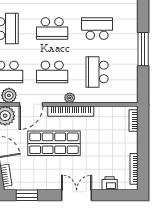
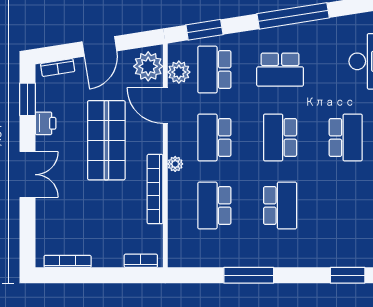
school desk: (97, 72) -> (214, 206), turned -90
bookcase: (71, 111) -> (155, 189), moved
printer: (110, 183) -> (46, 123), moved

